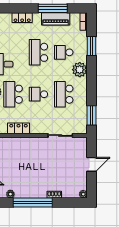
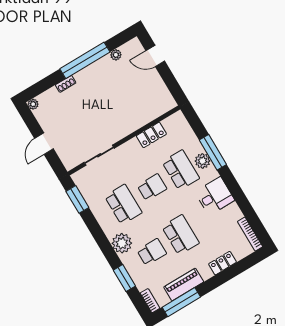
window: (53, 8) -> (181, 302), moved

